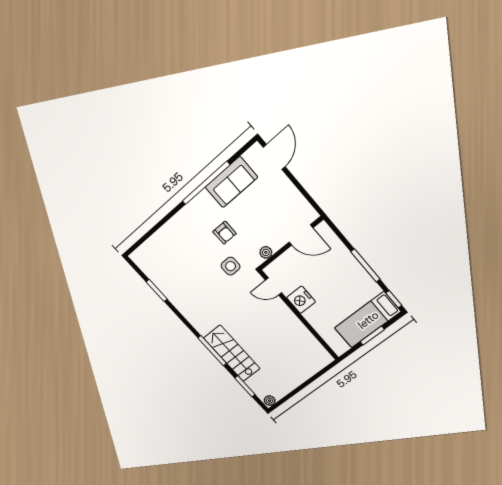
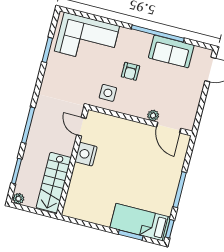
corner sofa: (169, 250) -> (87, 39), added
plant: (266, 252) -> (153, 116), moved
door: (274, 286) -> (81, 127), moved
nightstand: (301, 300) -> (86, 154), moved
wall: (299, 316) -> (72, 162), moved
stairs: (232, 353) -> (54, 183), moved, turned 180

